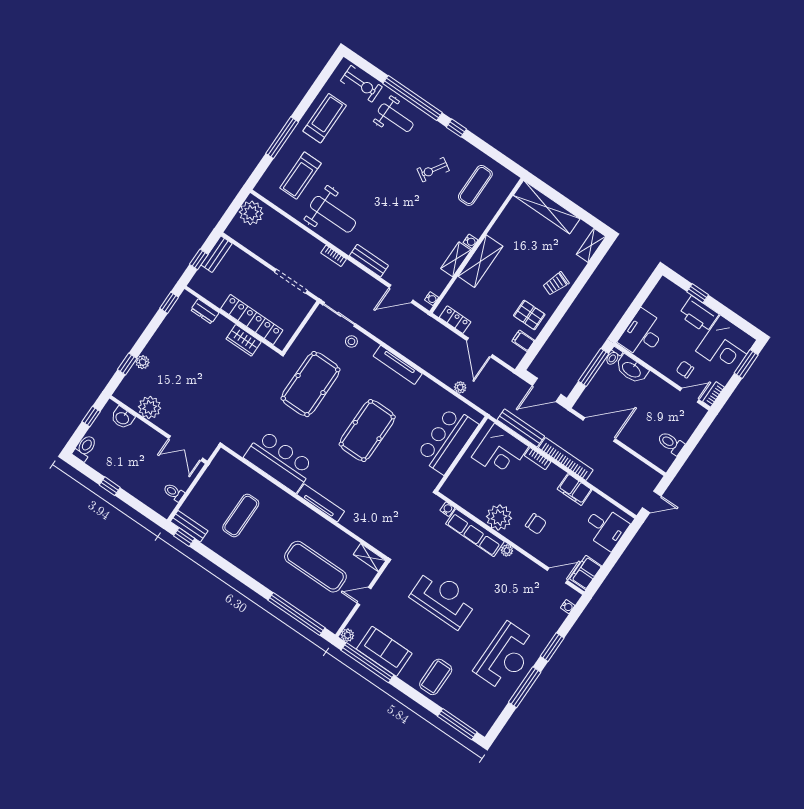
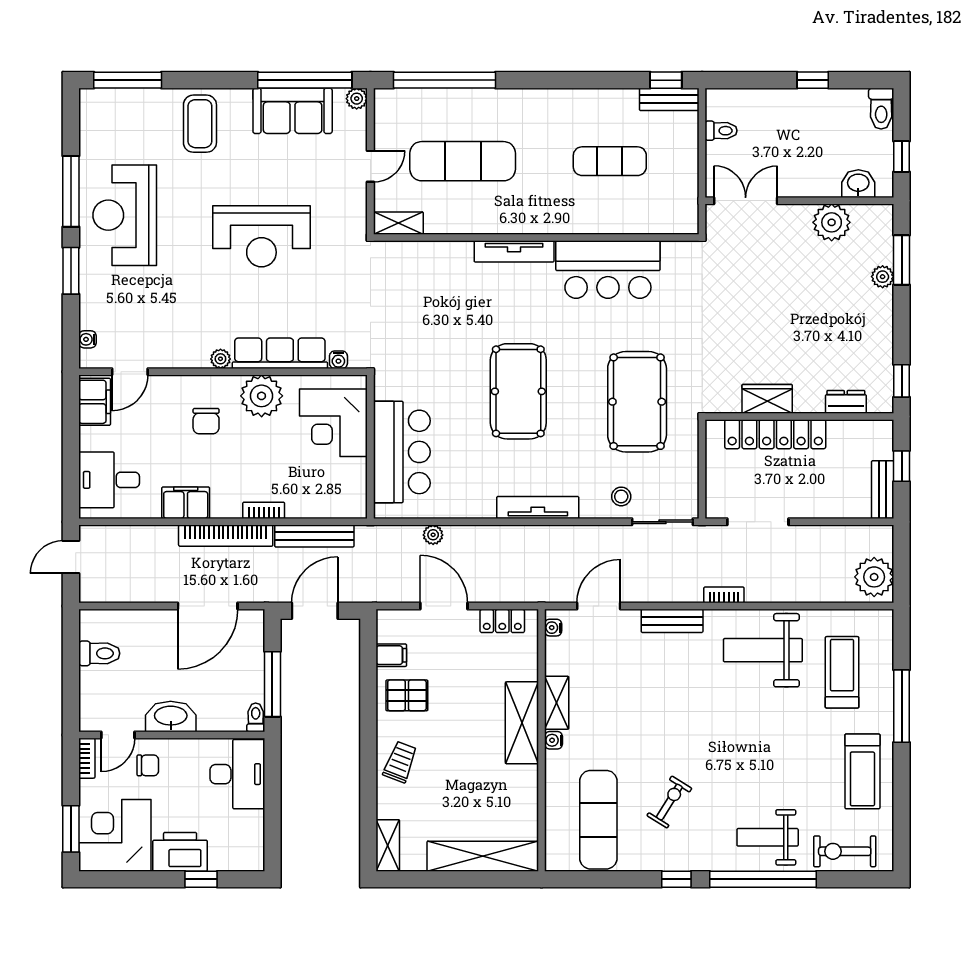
exercise mat: (475, 185) -> (598, 820), width x1.36, depth x1.45
window: (127, 364) -> (902, 260), width x1.50
washbasin: (632, 369) -> (171, 717), moved
corner desk: (500, 452) -> (333, 423), moved, turned -90
exercise mat: (241, 516) -> (610, 161), turned 90
chair: (536, 524) -> (206, 421), turned -90

